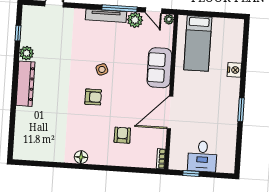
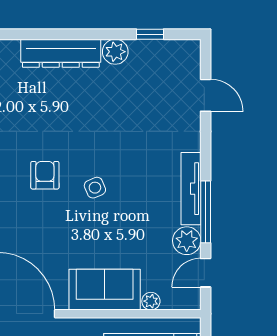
plant: (169, 19) -> (151, 301), moved
armchair: (93, 97) -> (45, 175), turned 180

